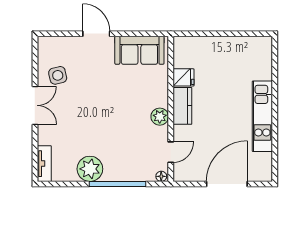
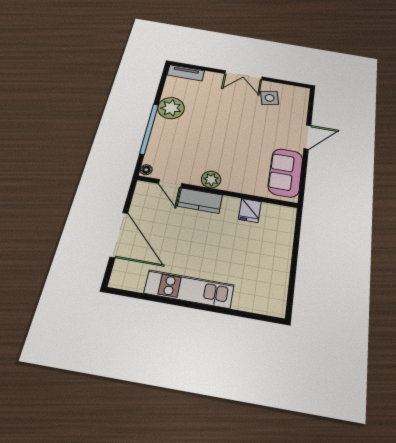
kitchen counter: (182, 106) -> (200, 201), moved

